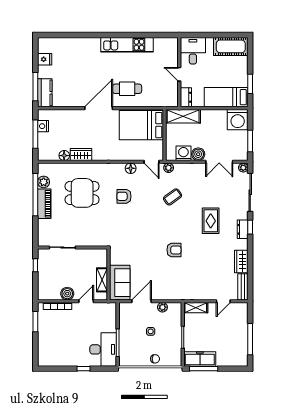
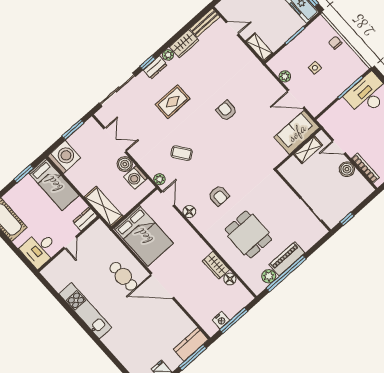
plant: (243, 168) -> (168, 55), moved

